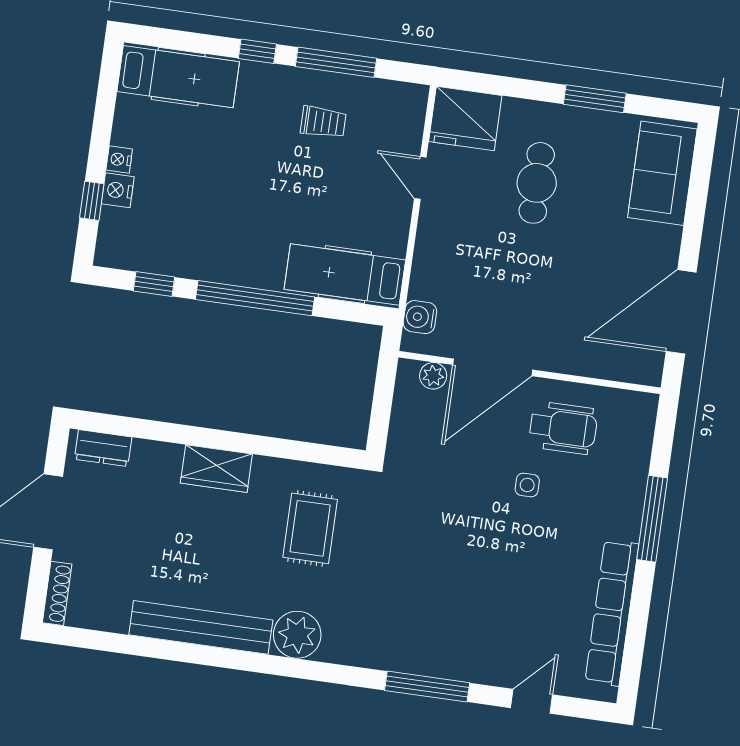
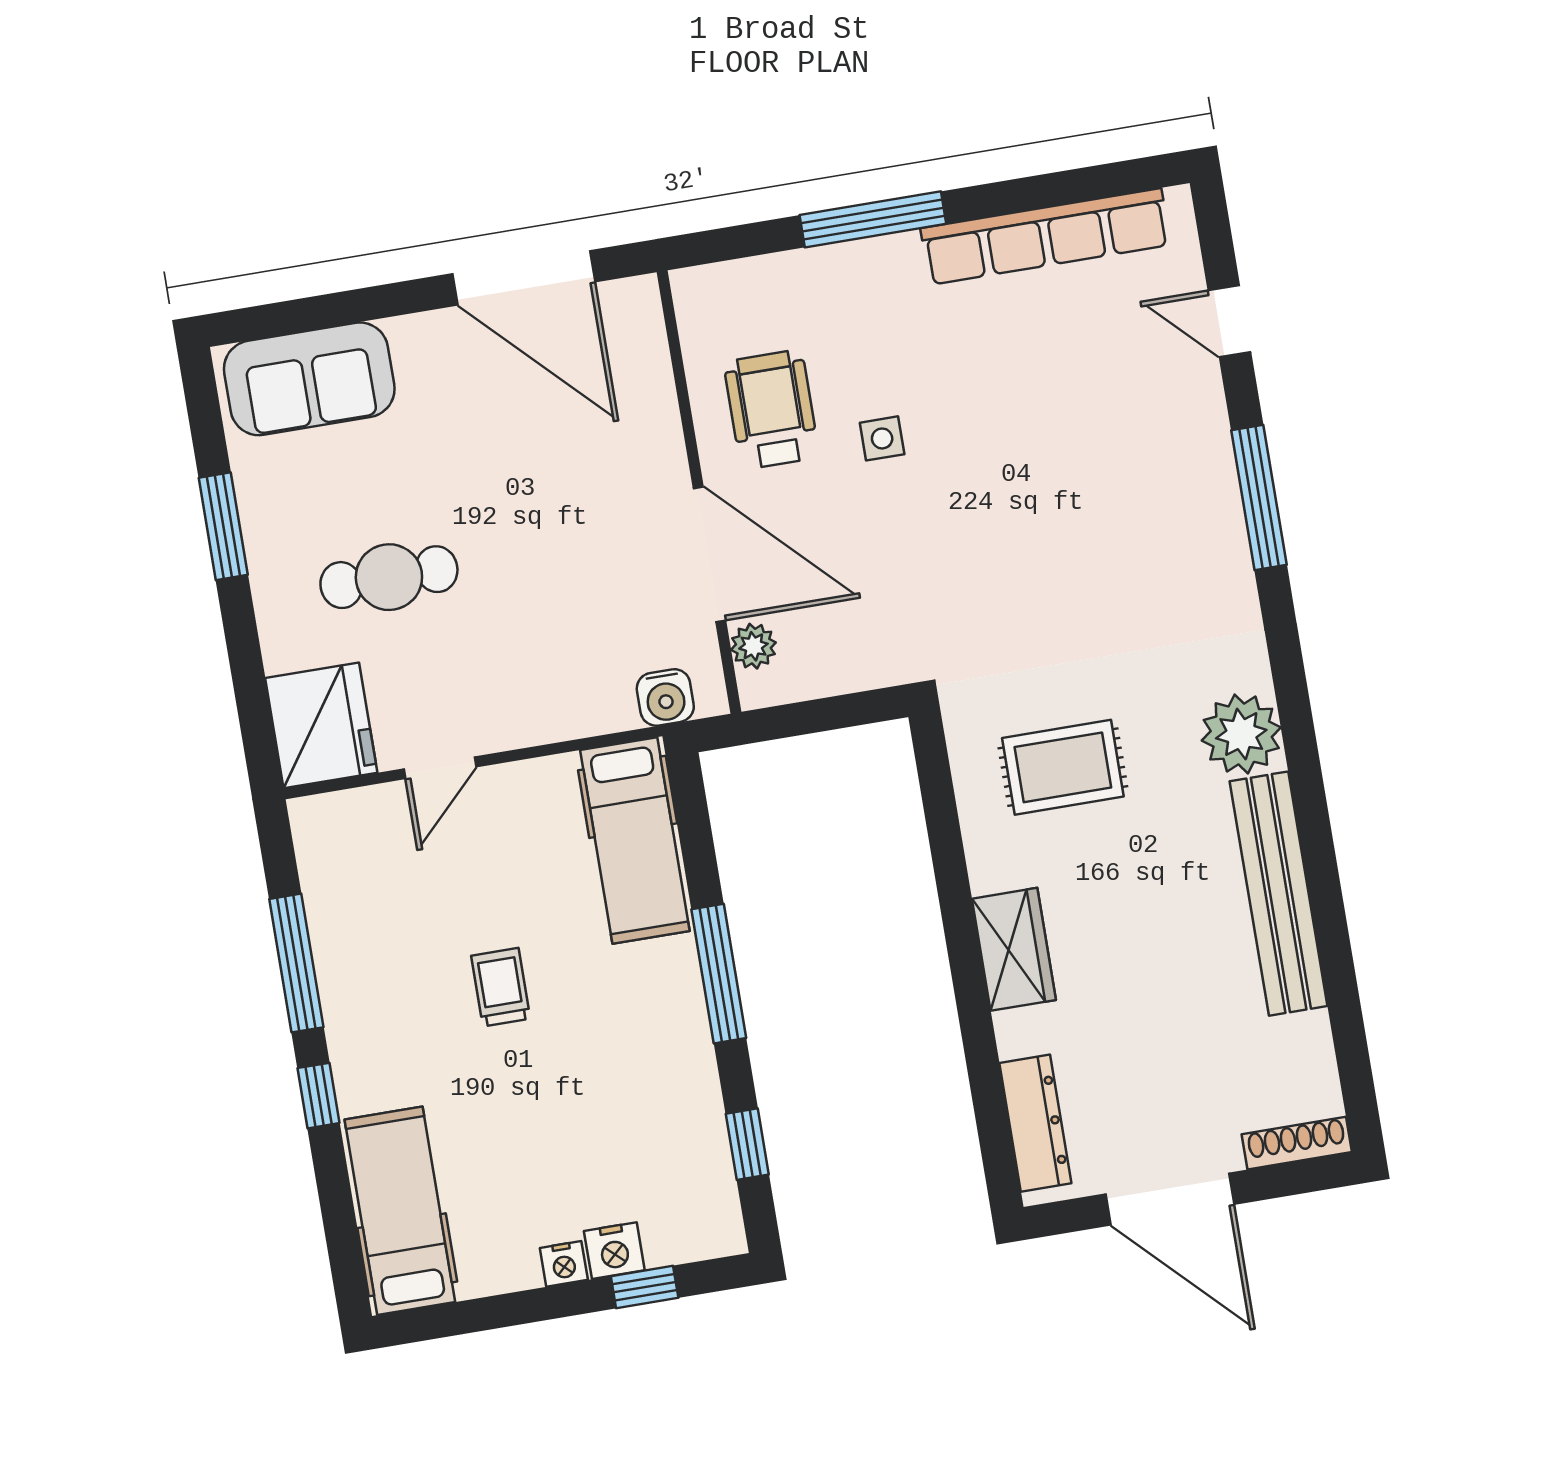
trolley: (323, 122) -> (501, 987), moved
window: (255, 298) -> (719, 974), width x0.68
dresser: (103, 448) -> (1035, 1123), width x1.44

